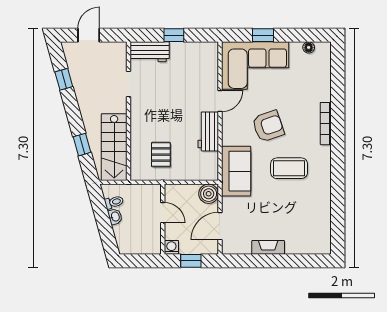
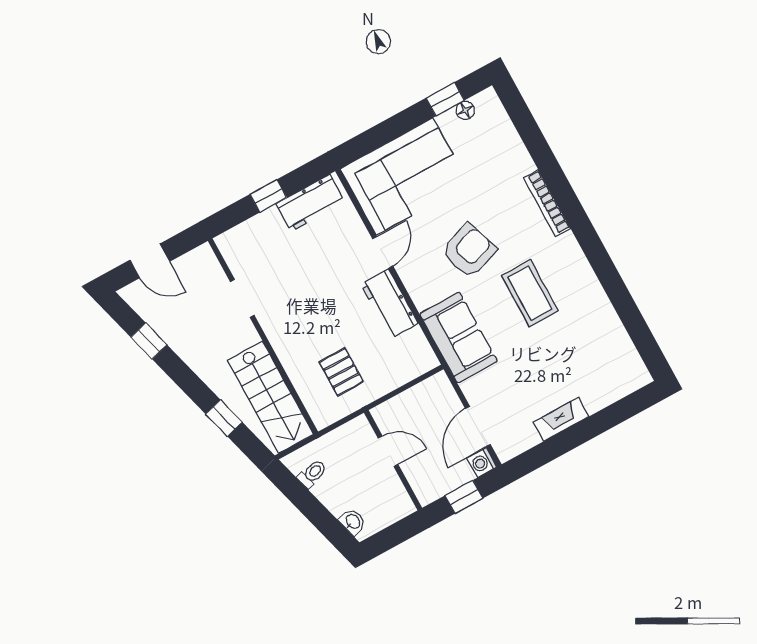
door: (89, 35) -> (150, 261), swing flipped
window: (263, 35) -> (445, 99), moved
workbench: (150, 52) -> (311, 203), moved
coffee table: (289, 168) -> (530, 293), turned 90
boiler: (209, 194) -> (437, 390), removed
washbasin: (115, 217) -> (353, 522), moved
washing machine: (171, 247) -> (482, 462), moved, turned -90

